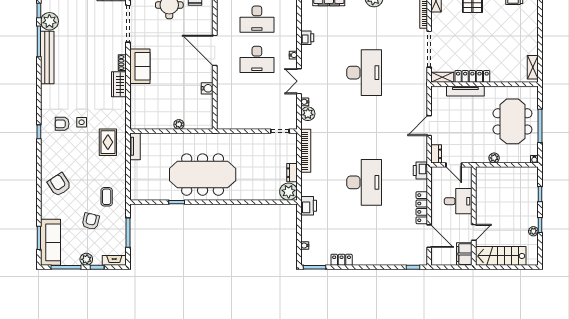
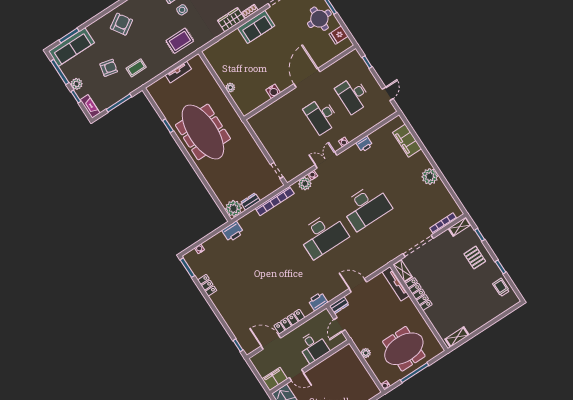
tv unit: (465, 91) -> (396, 284), moved
tv unit: (135, 146) -> (178, 72), moved
desk: (364, 182) -> (323, 235), moved
door: (429, 236) -> (271, 342), swing flipped

